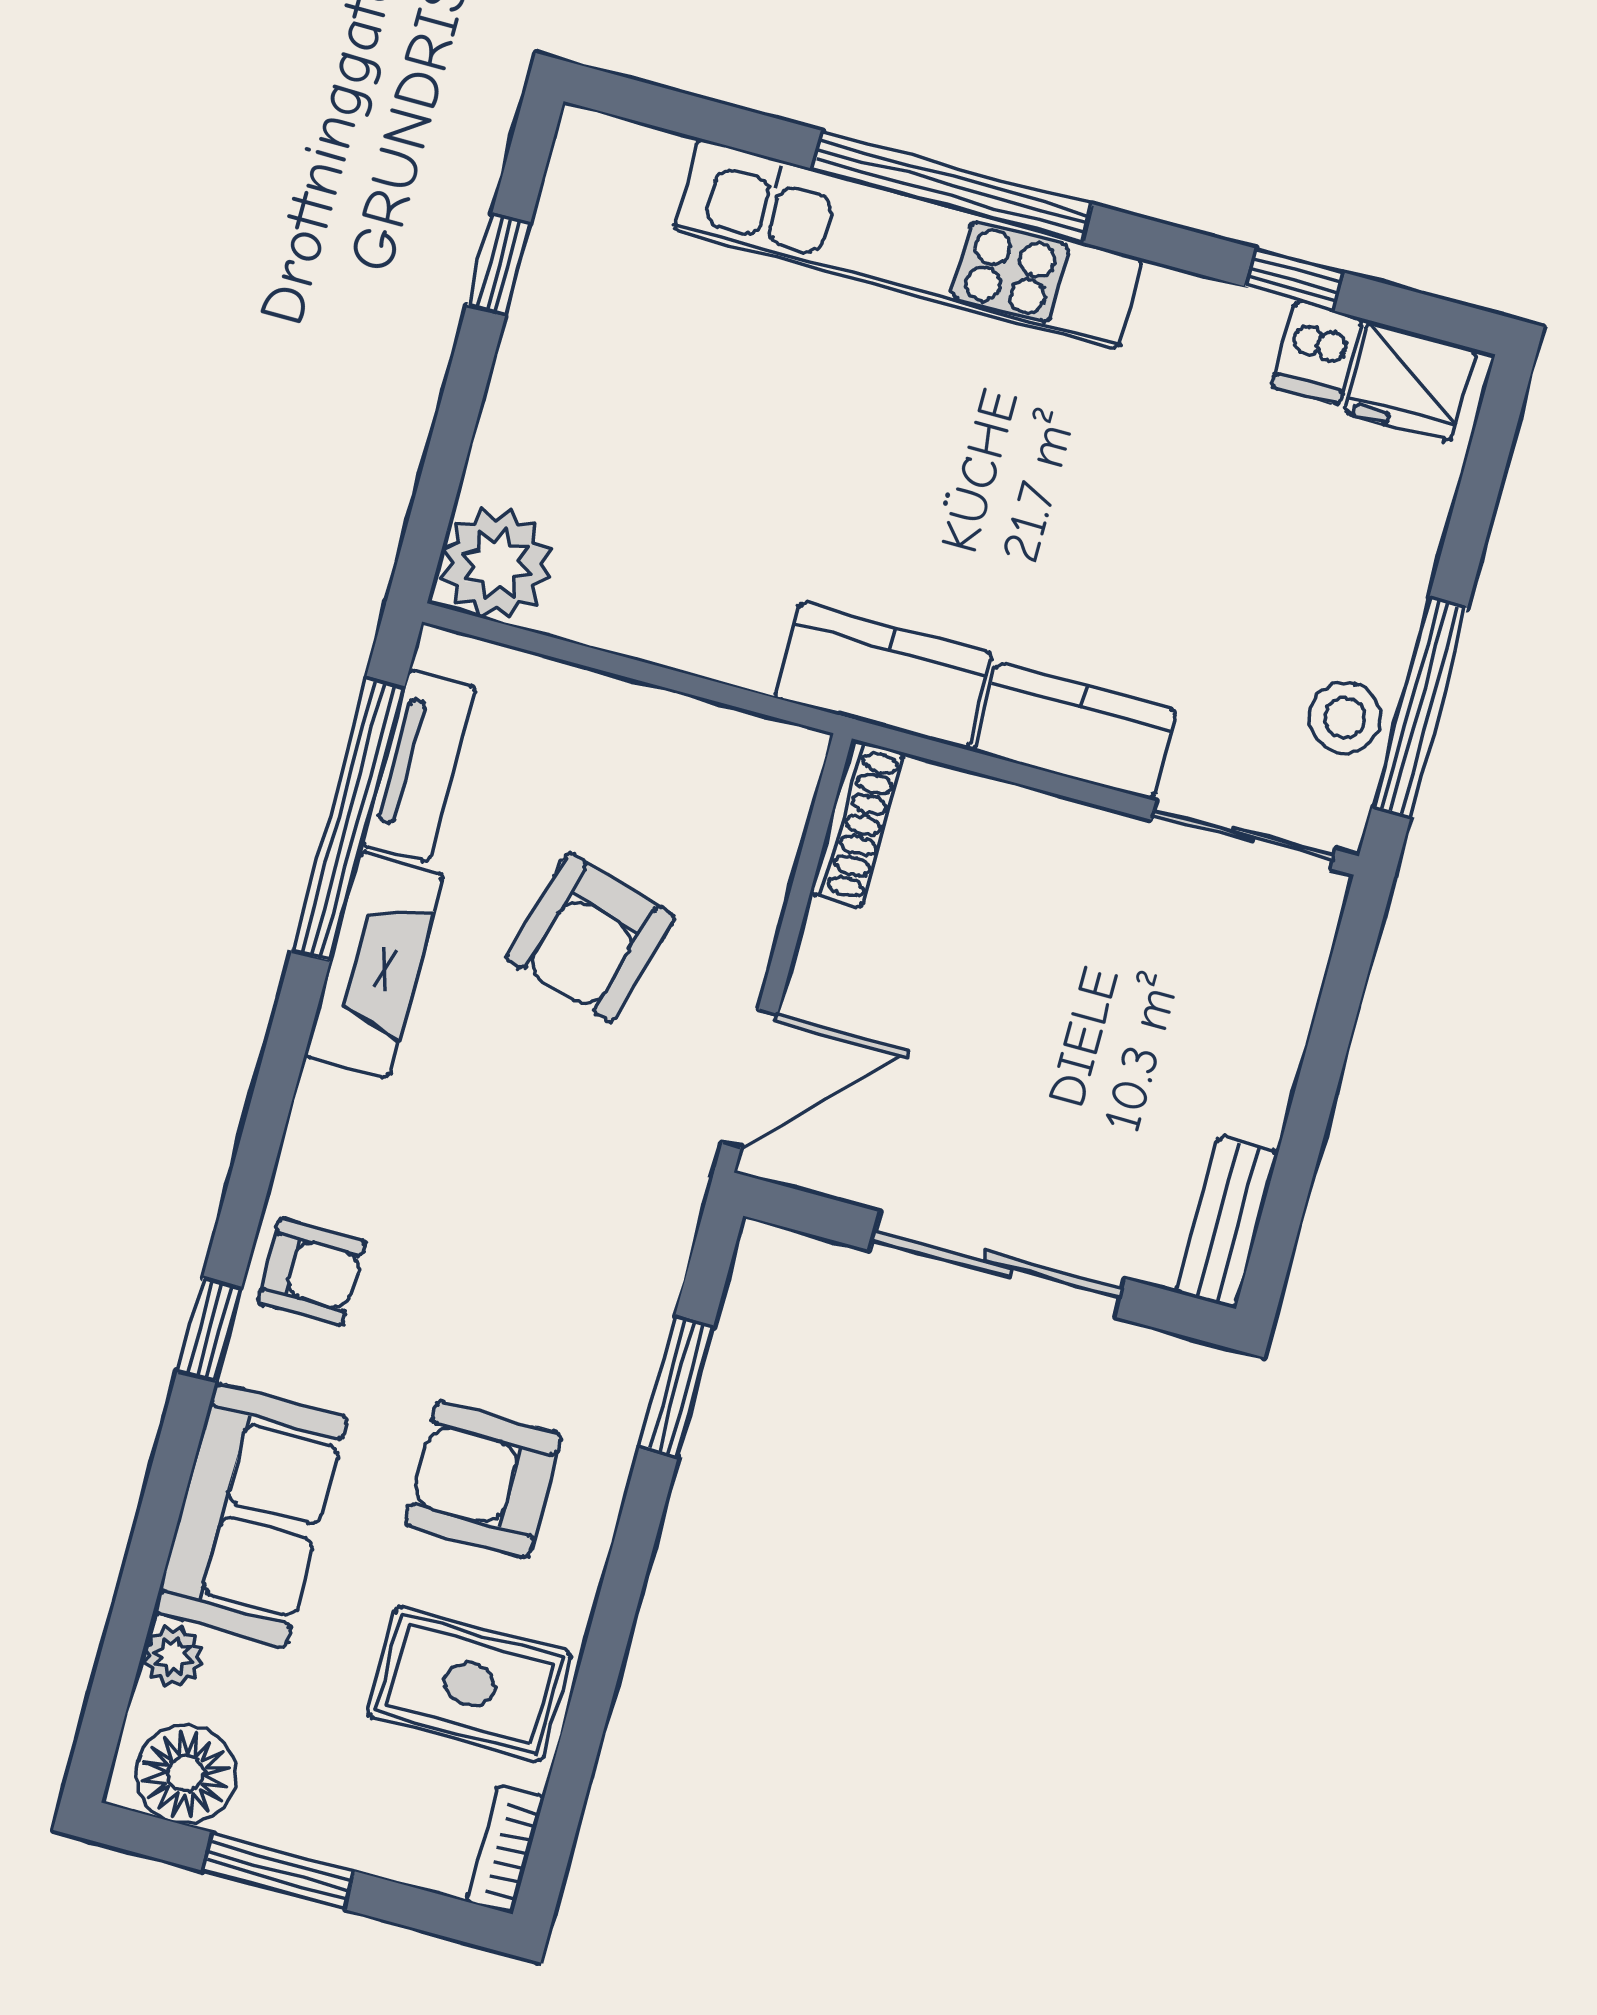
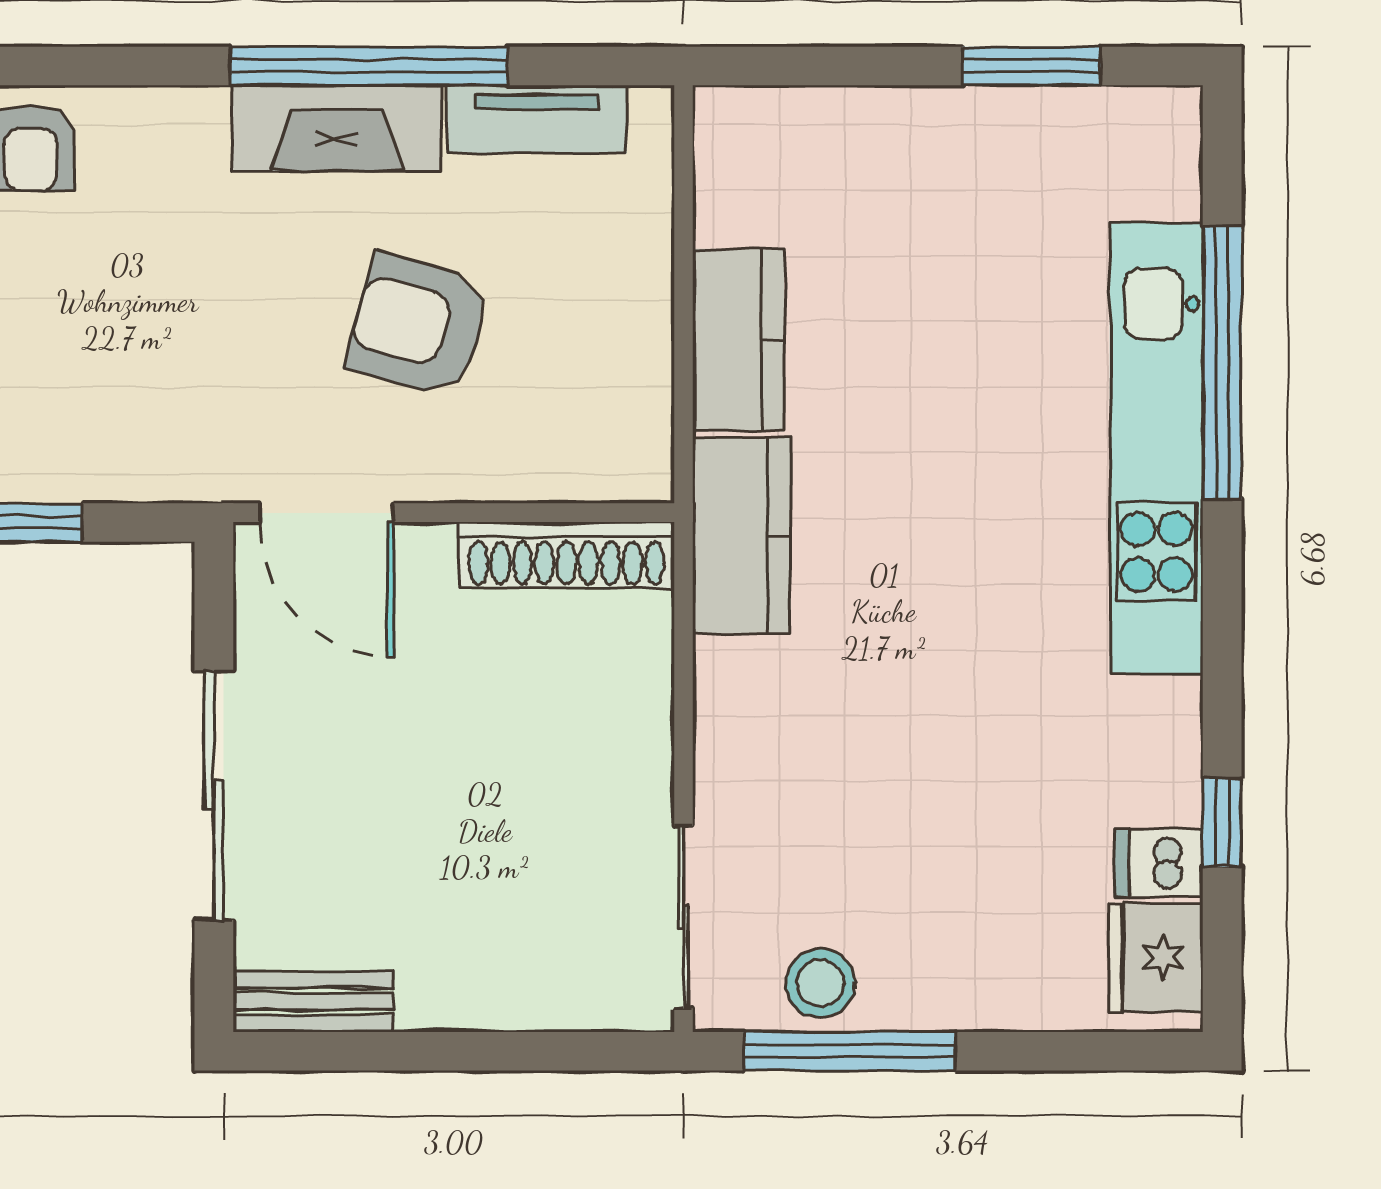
window: (952, 186) -> (1222, 363), moved
window: (499, 265) -> (1031, 66), width x1.50
plant: (496, 563) -> (748, 141), removed
kitchen counter: (1075, 731) -> (738, 340), moved
window: (348, 819) -> (369, 66), moved
shoe rack: (857, 823) -> (567, 555), width x1.36, depth x1.24

